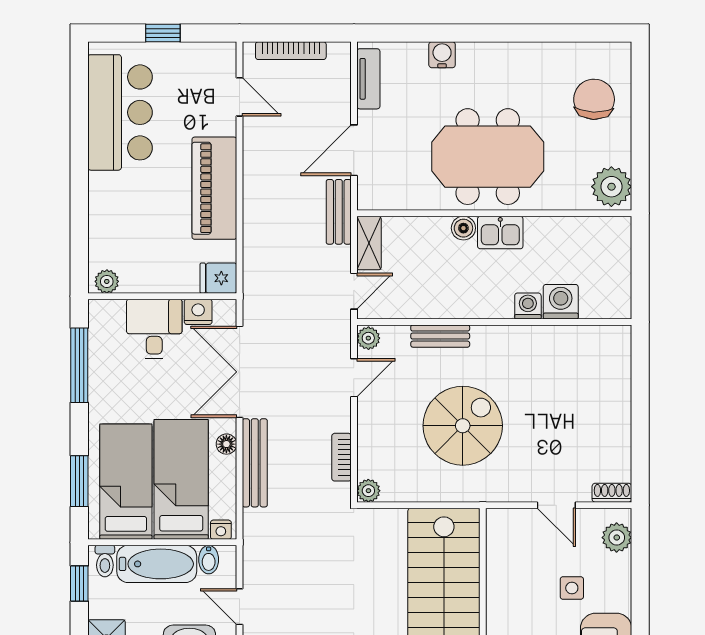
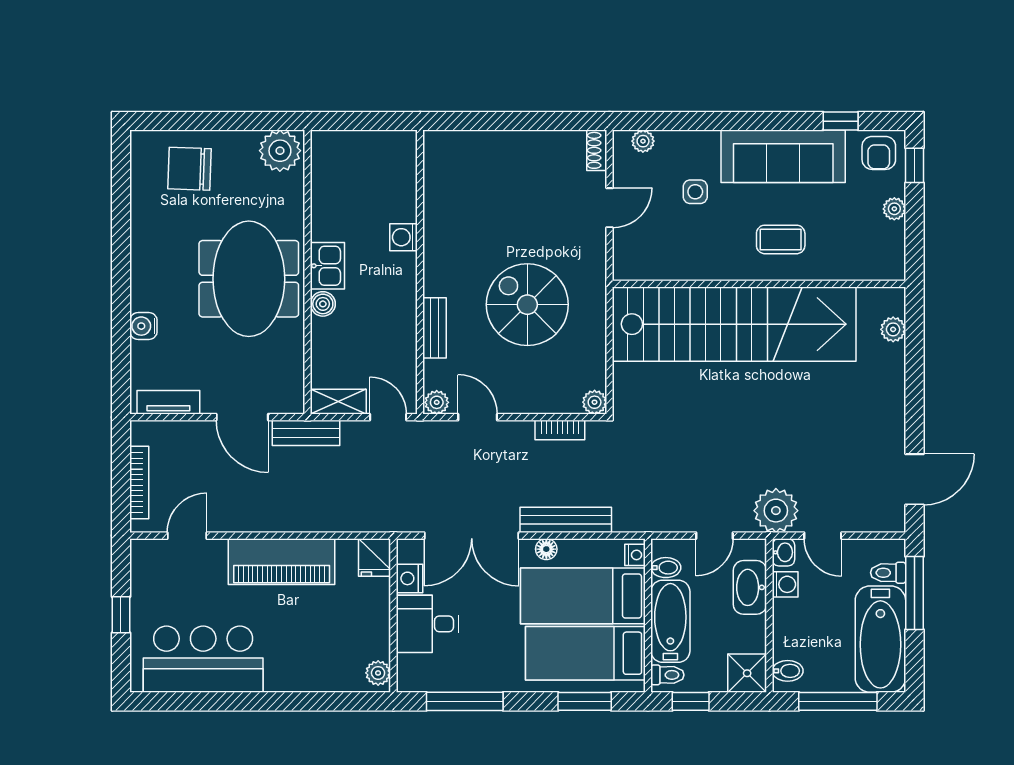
washing machine: (561, 302) -> (399, 203), removed
plant: (617, 538) -> (643, 141), width x0.73, depth x0.73

